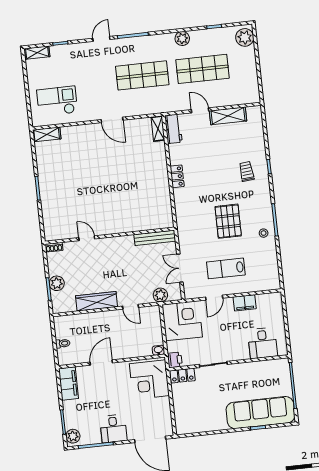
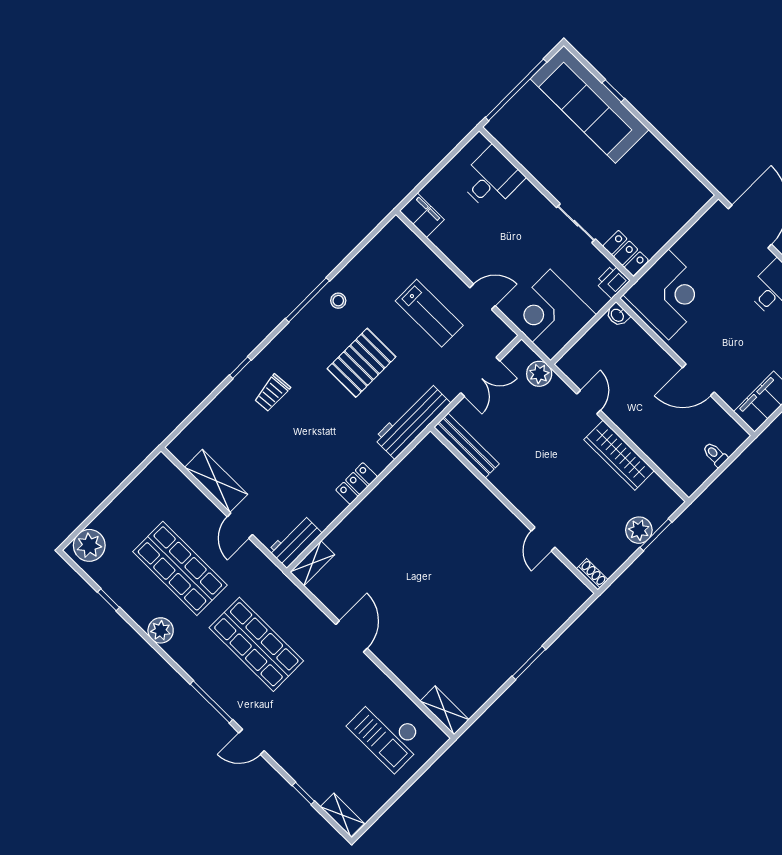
workbench: (185, 223) -> (412, 421), added
filing cabinet: (245, 303) -> (422, 215), moved

